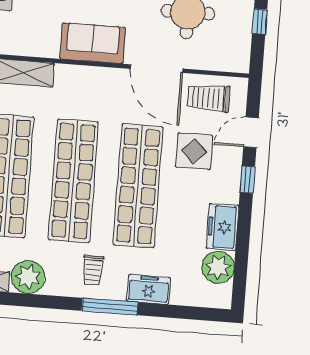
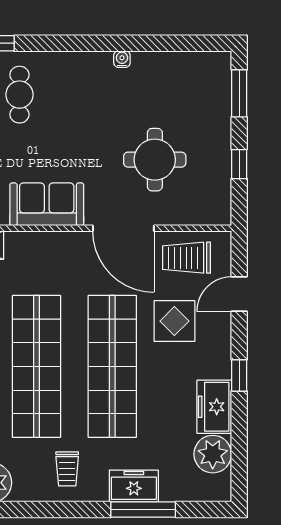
window: (247, 180) -> (239, 375), moved
window: (110, 307) -> (143, 510), moved

